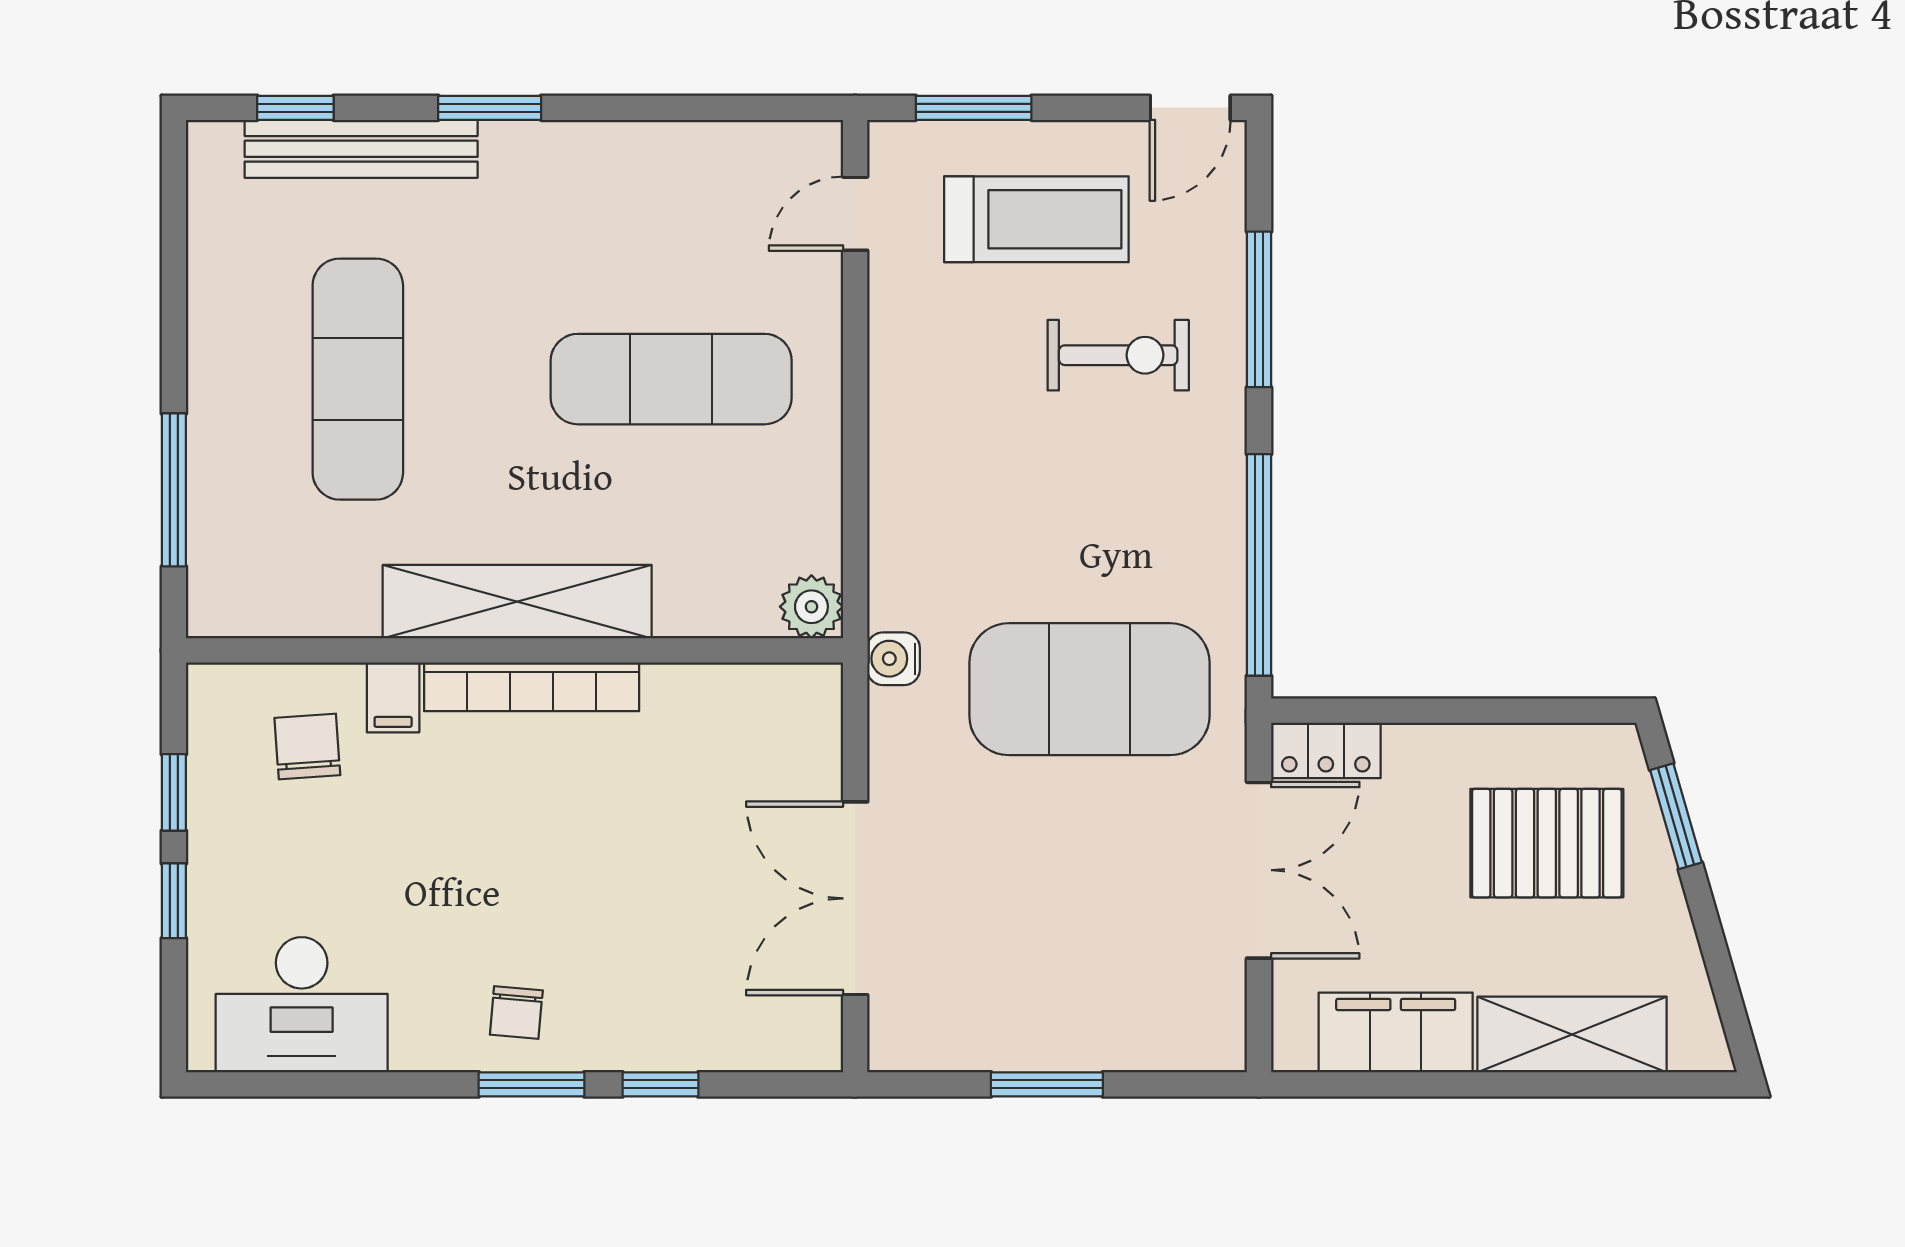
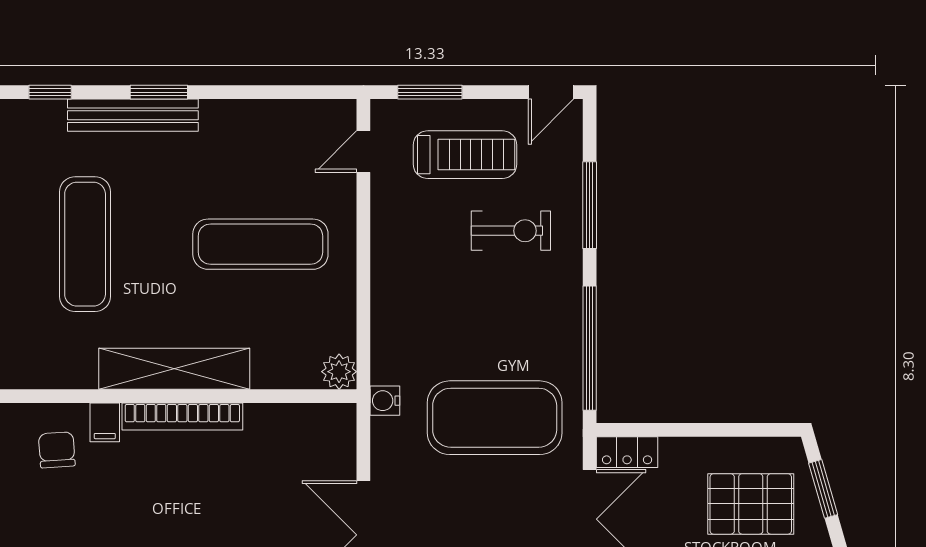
bench: (361, 149) -> (133, 115), moved

